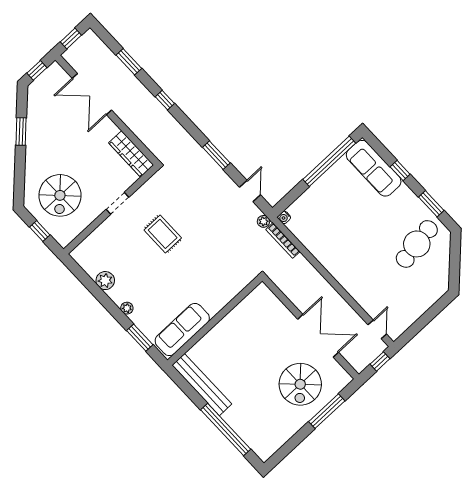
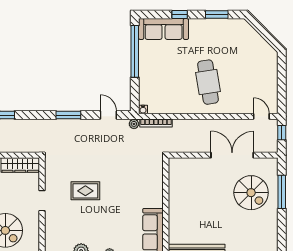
cafe table: (417, 244) -> (208, 82), moved

